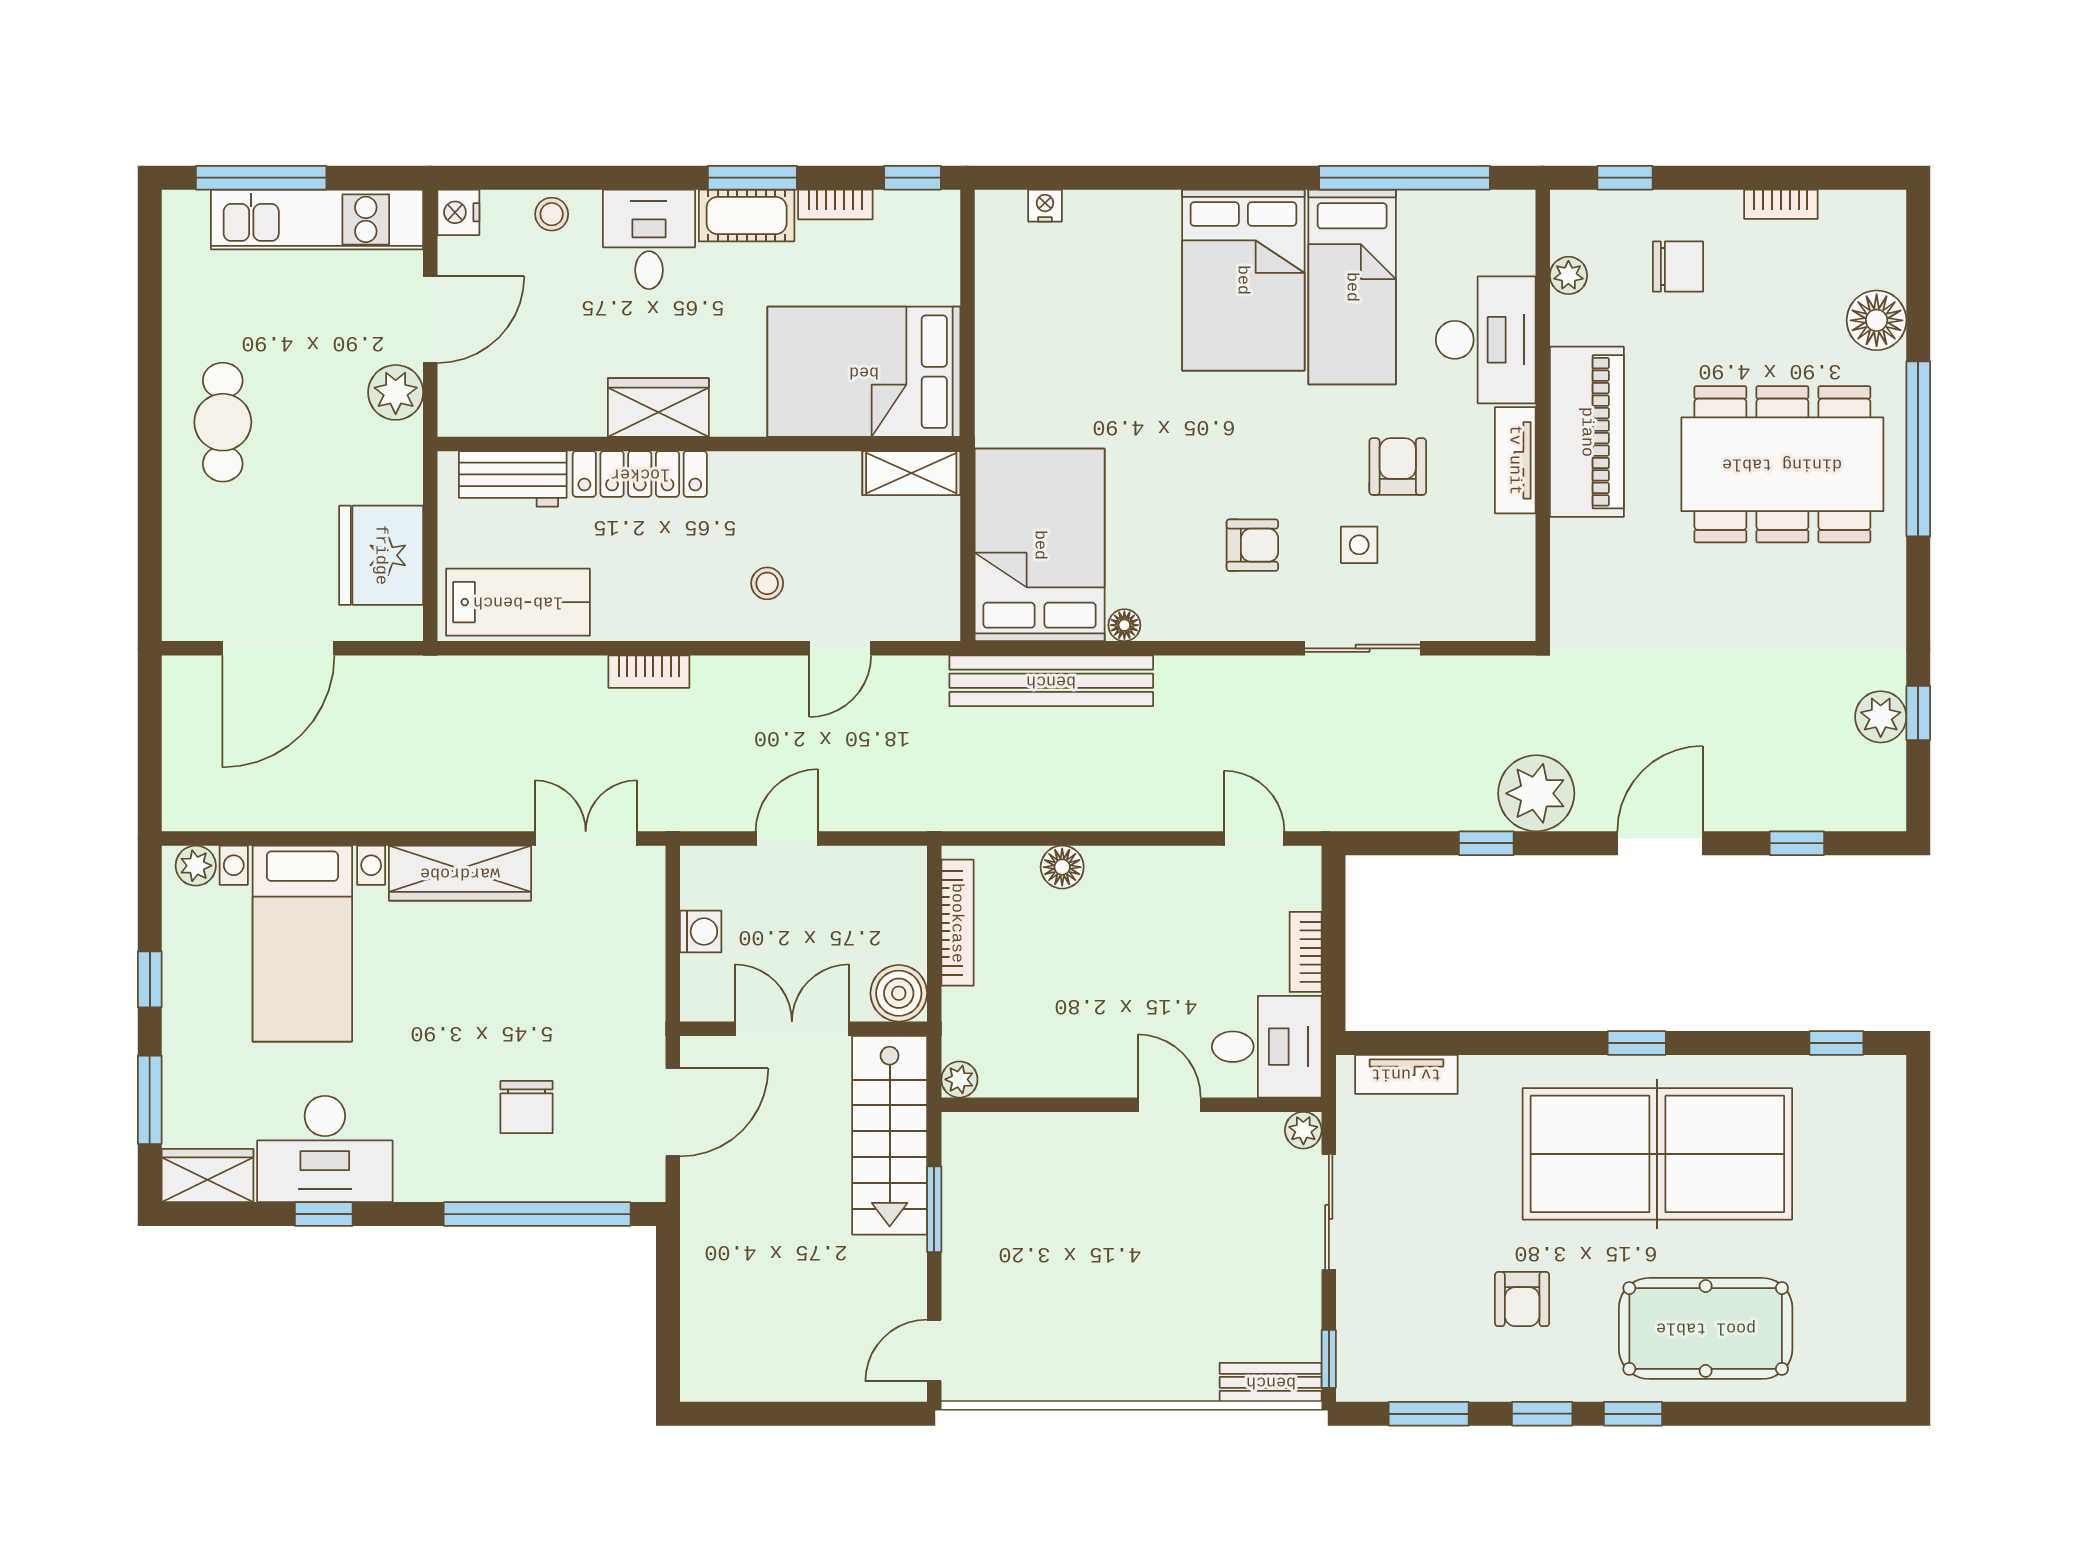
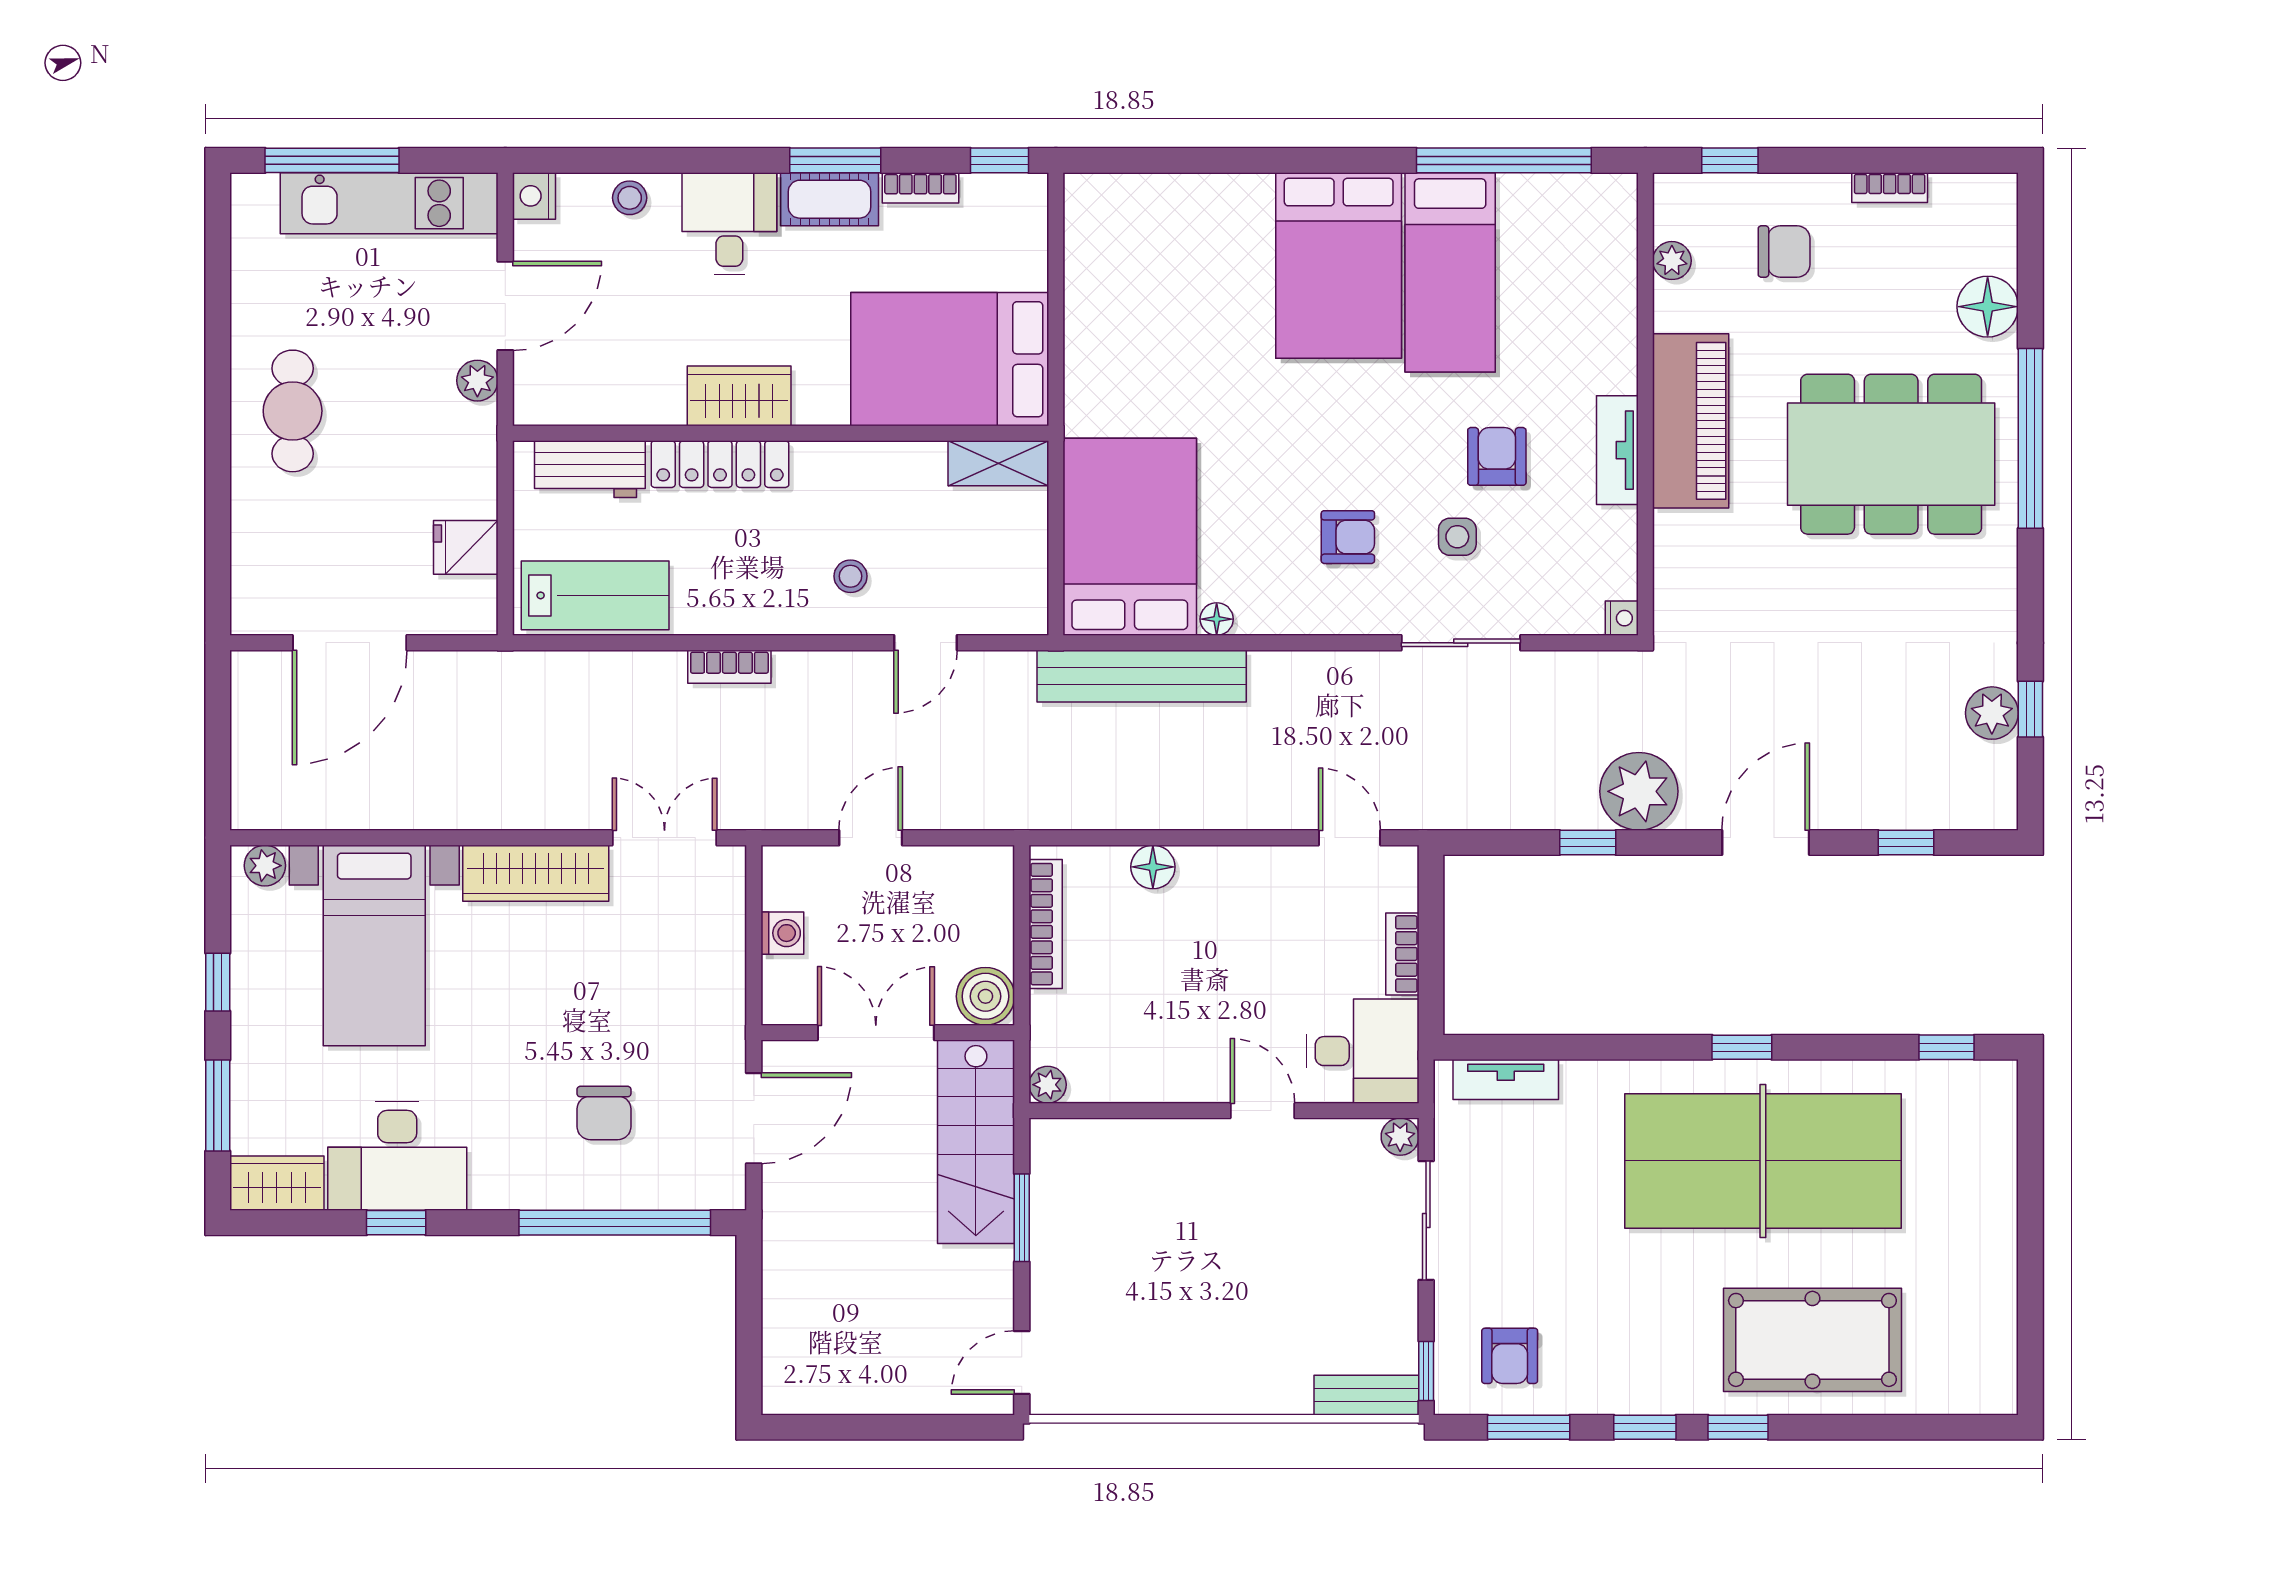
nightstand: (1045, 206) -> (1622, 618), moved, turned 90
desk: (1486, 340) -> (1587, 327), removed
plant: (396, 392) -> (477, 381), width x0.73, depth x0.73
fridge: (381, 555) -> (466, 547), width x0.53, depth x0.75
armchair: (1522, 1299) -> (1510, 1356), moved

